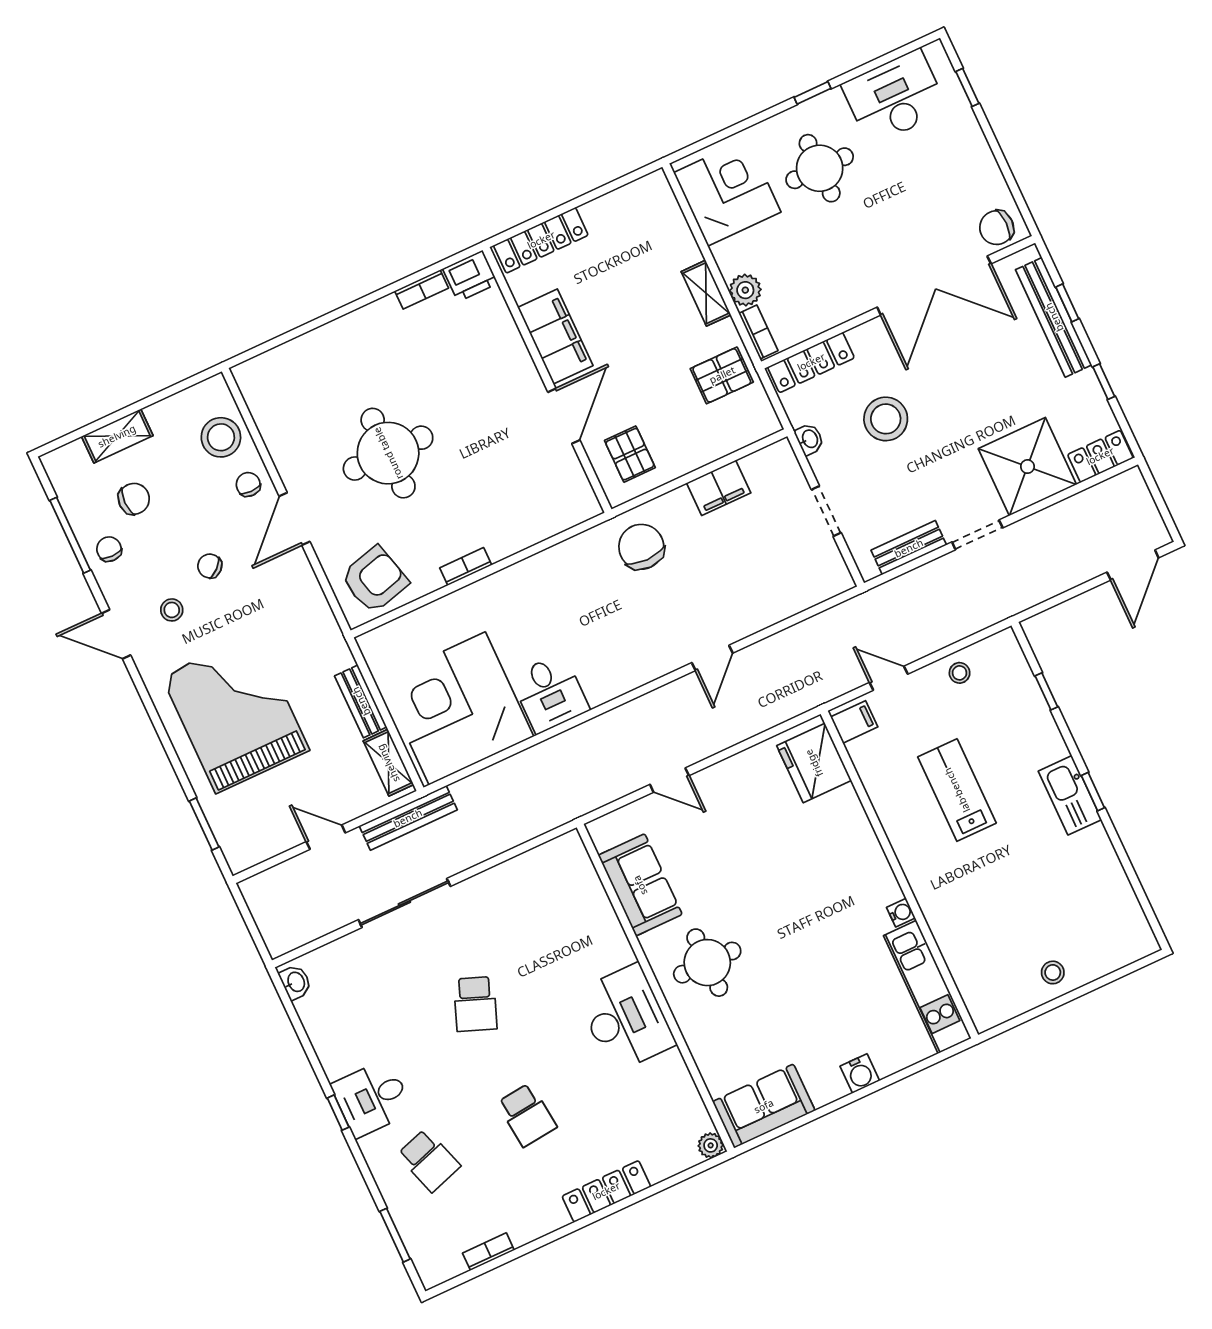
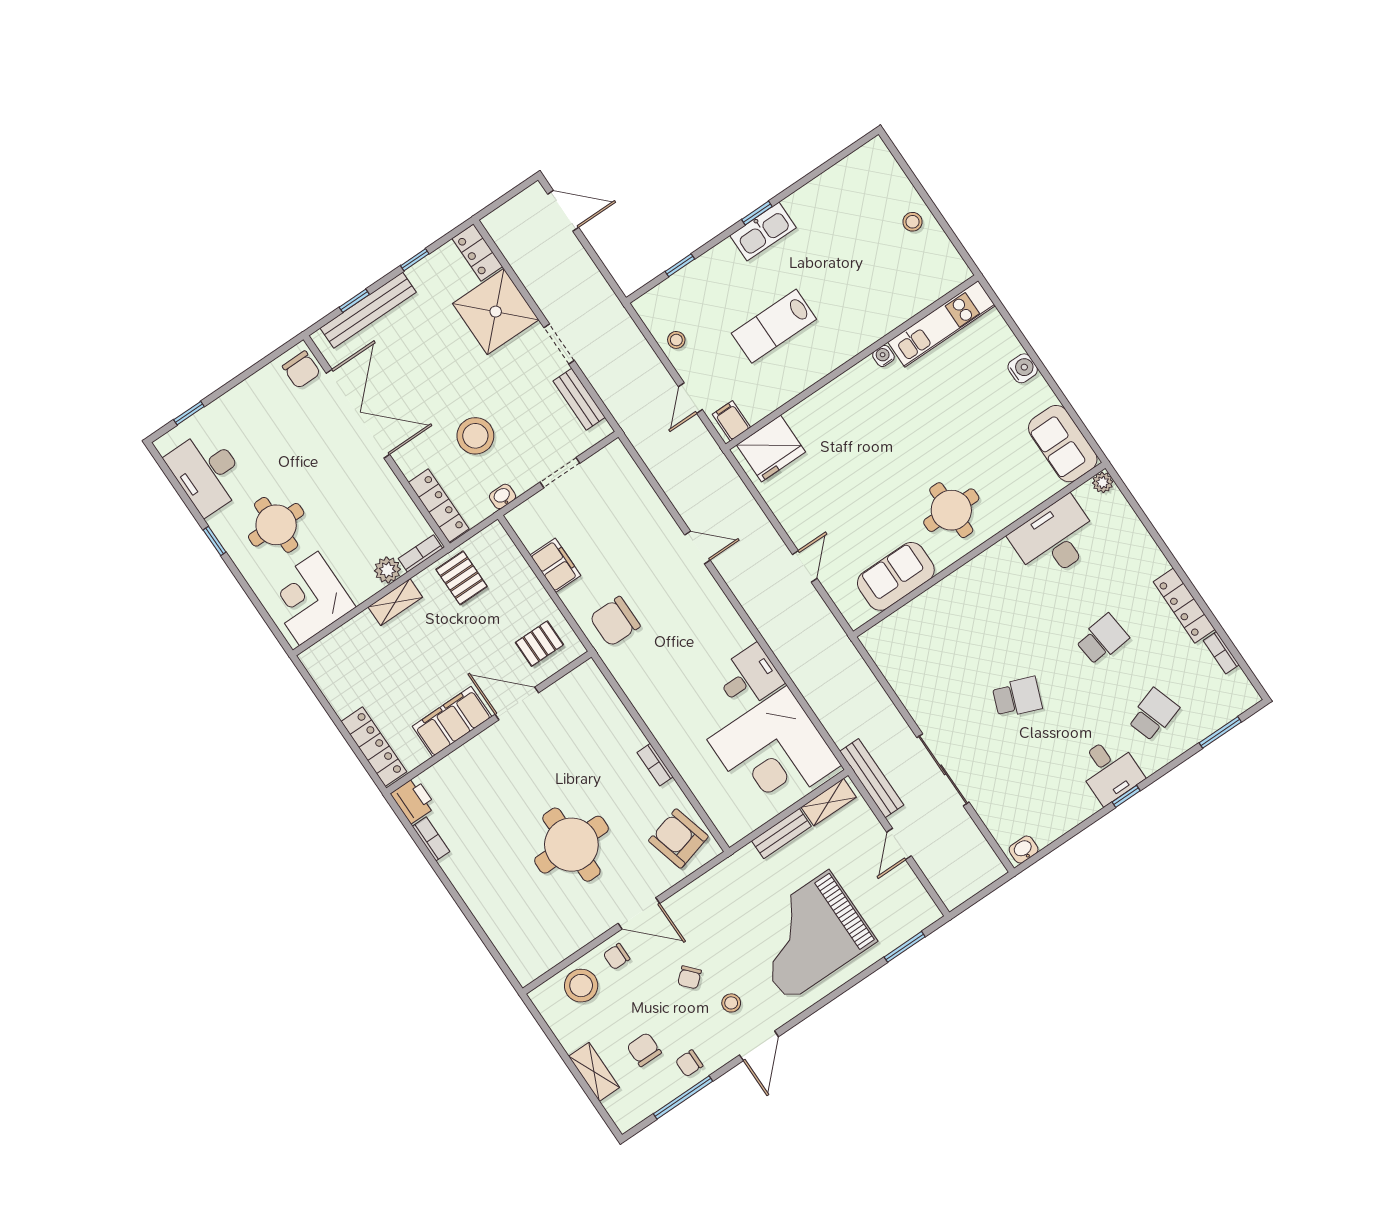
desk: (625, 1018) -> (1055, 539), moved
locker: (606, 1191) -> (1184, 606), moved

